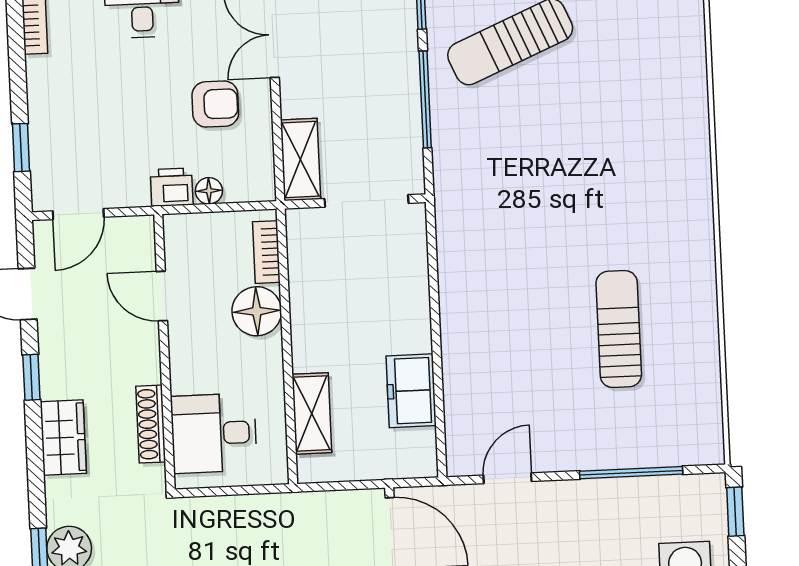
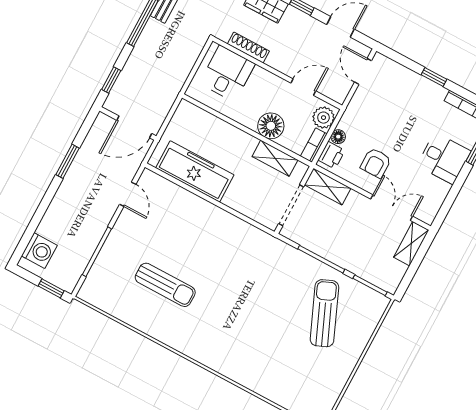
window: (21, 148) -> (434, 77), moved
printer: (172, 187) -> (331, 155), moved
plant: (192, 233) -> (323, 118), added
bookcase: (266, 252) -> (314, 145), moved, turned -90
freezer: (411, 391) -> (195, 171), width x1.91, depth x1.26
shelving: (312, 413) -> (275, 158), moved

